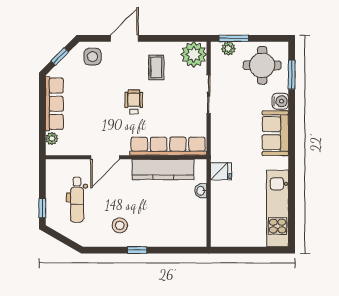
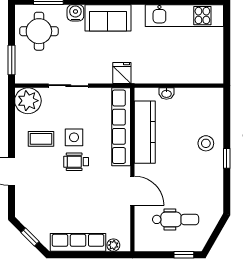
plant: (228, 49) -> (22, 66), removed
side table: (92, 57) -> (74, 137), moved
fridge: (221, 171) -> (122, 73), moved
stool: (120, 225) -> (206, 143), moved

